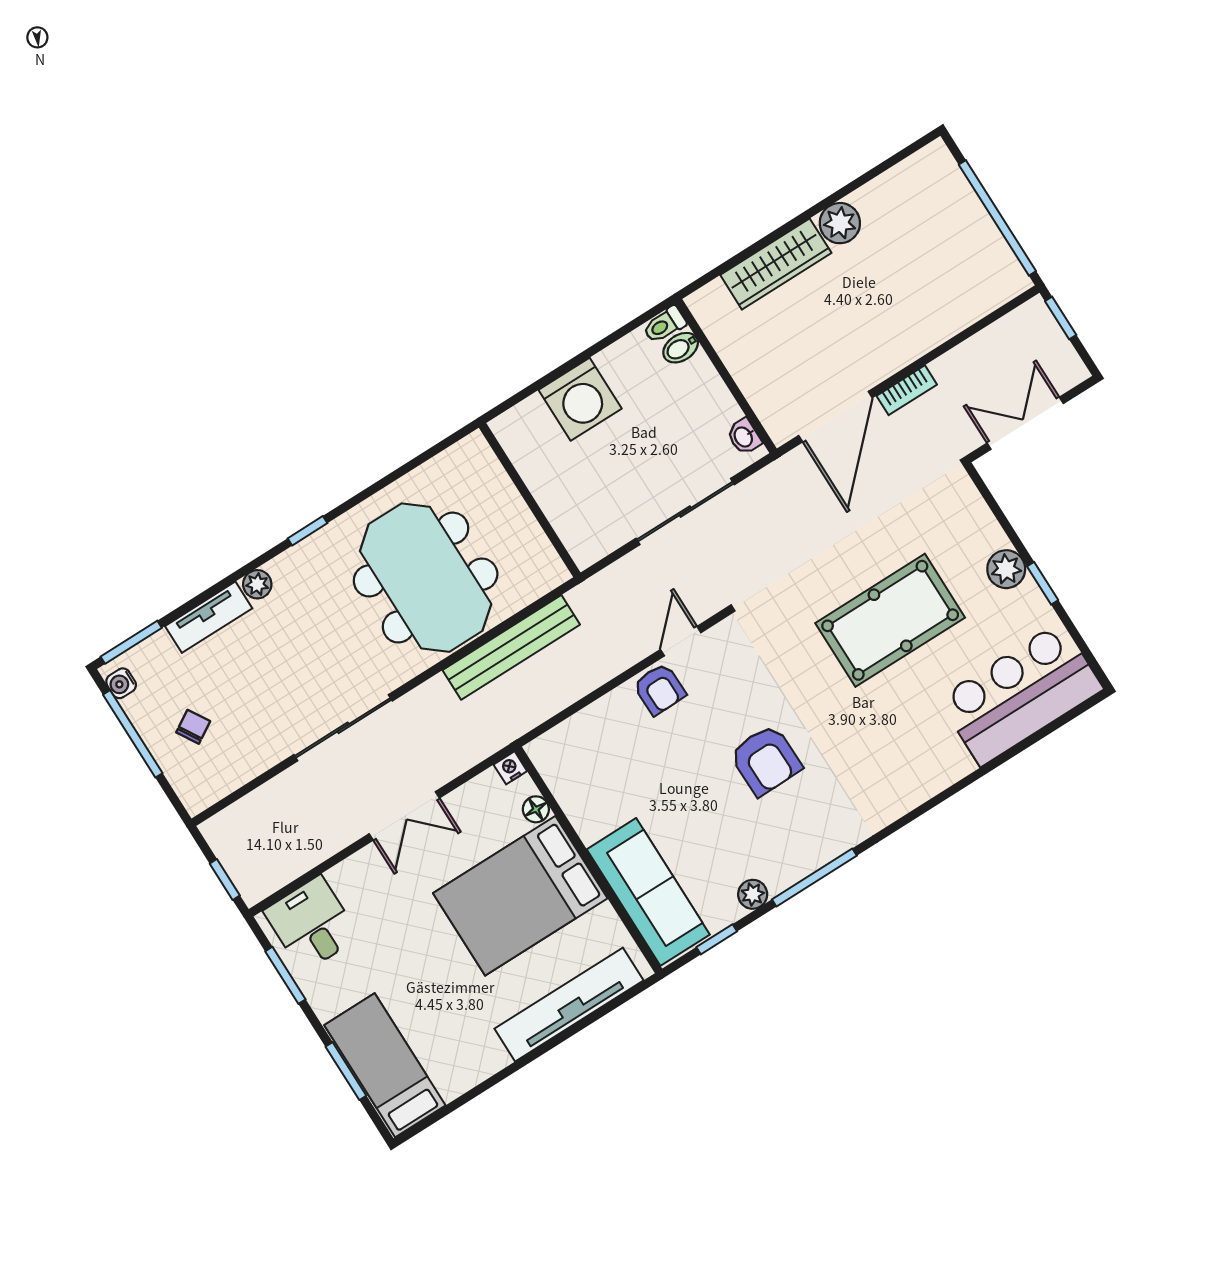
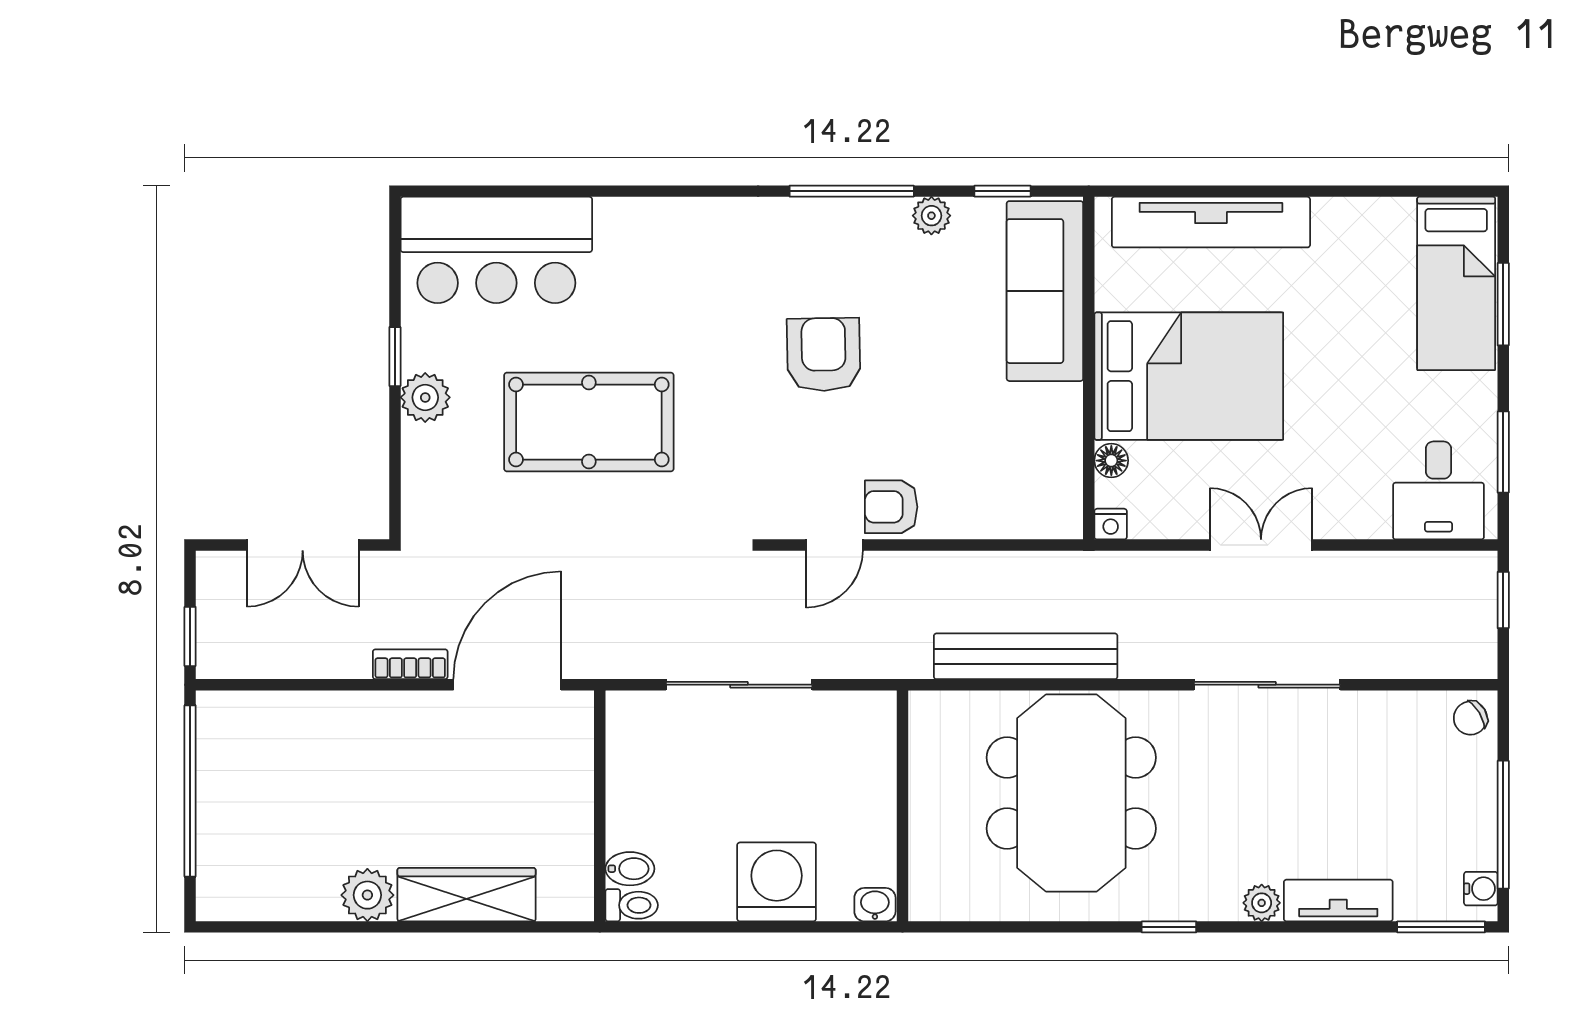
washbasin: (744, 437) -> (875, 905), moved, turned -90
armchair: (660, 689) -> (891, 507), turned -89
chair: (193, 727) -> (1470, 718), moved

